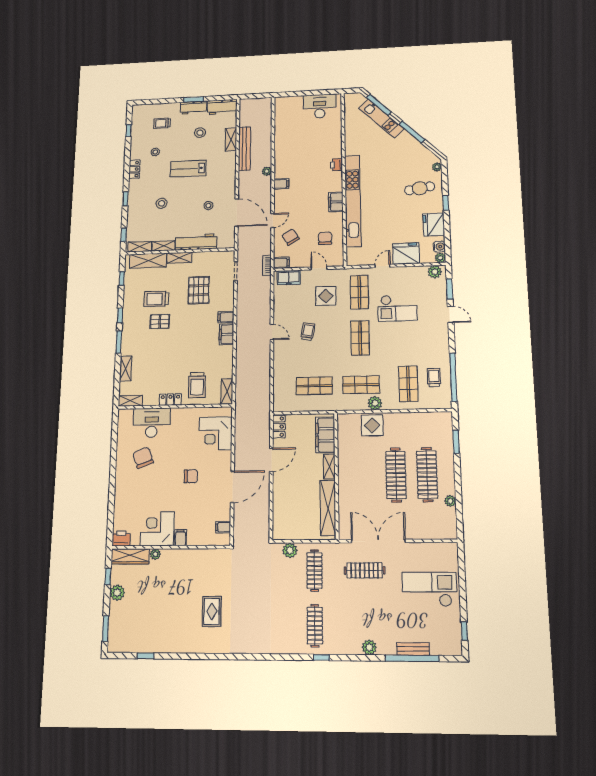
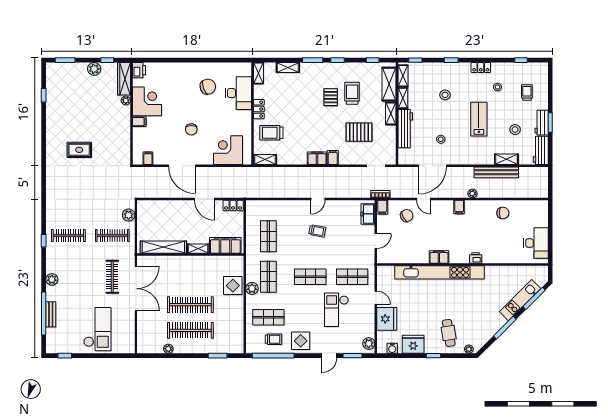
chair: (325, 238) -> (503, 213), moved
plant: (440, 258) -> (382, 349), removed
display table: (326, 296) -> (301, 341), moved

